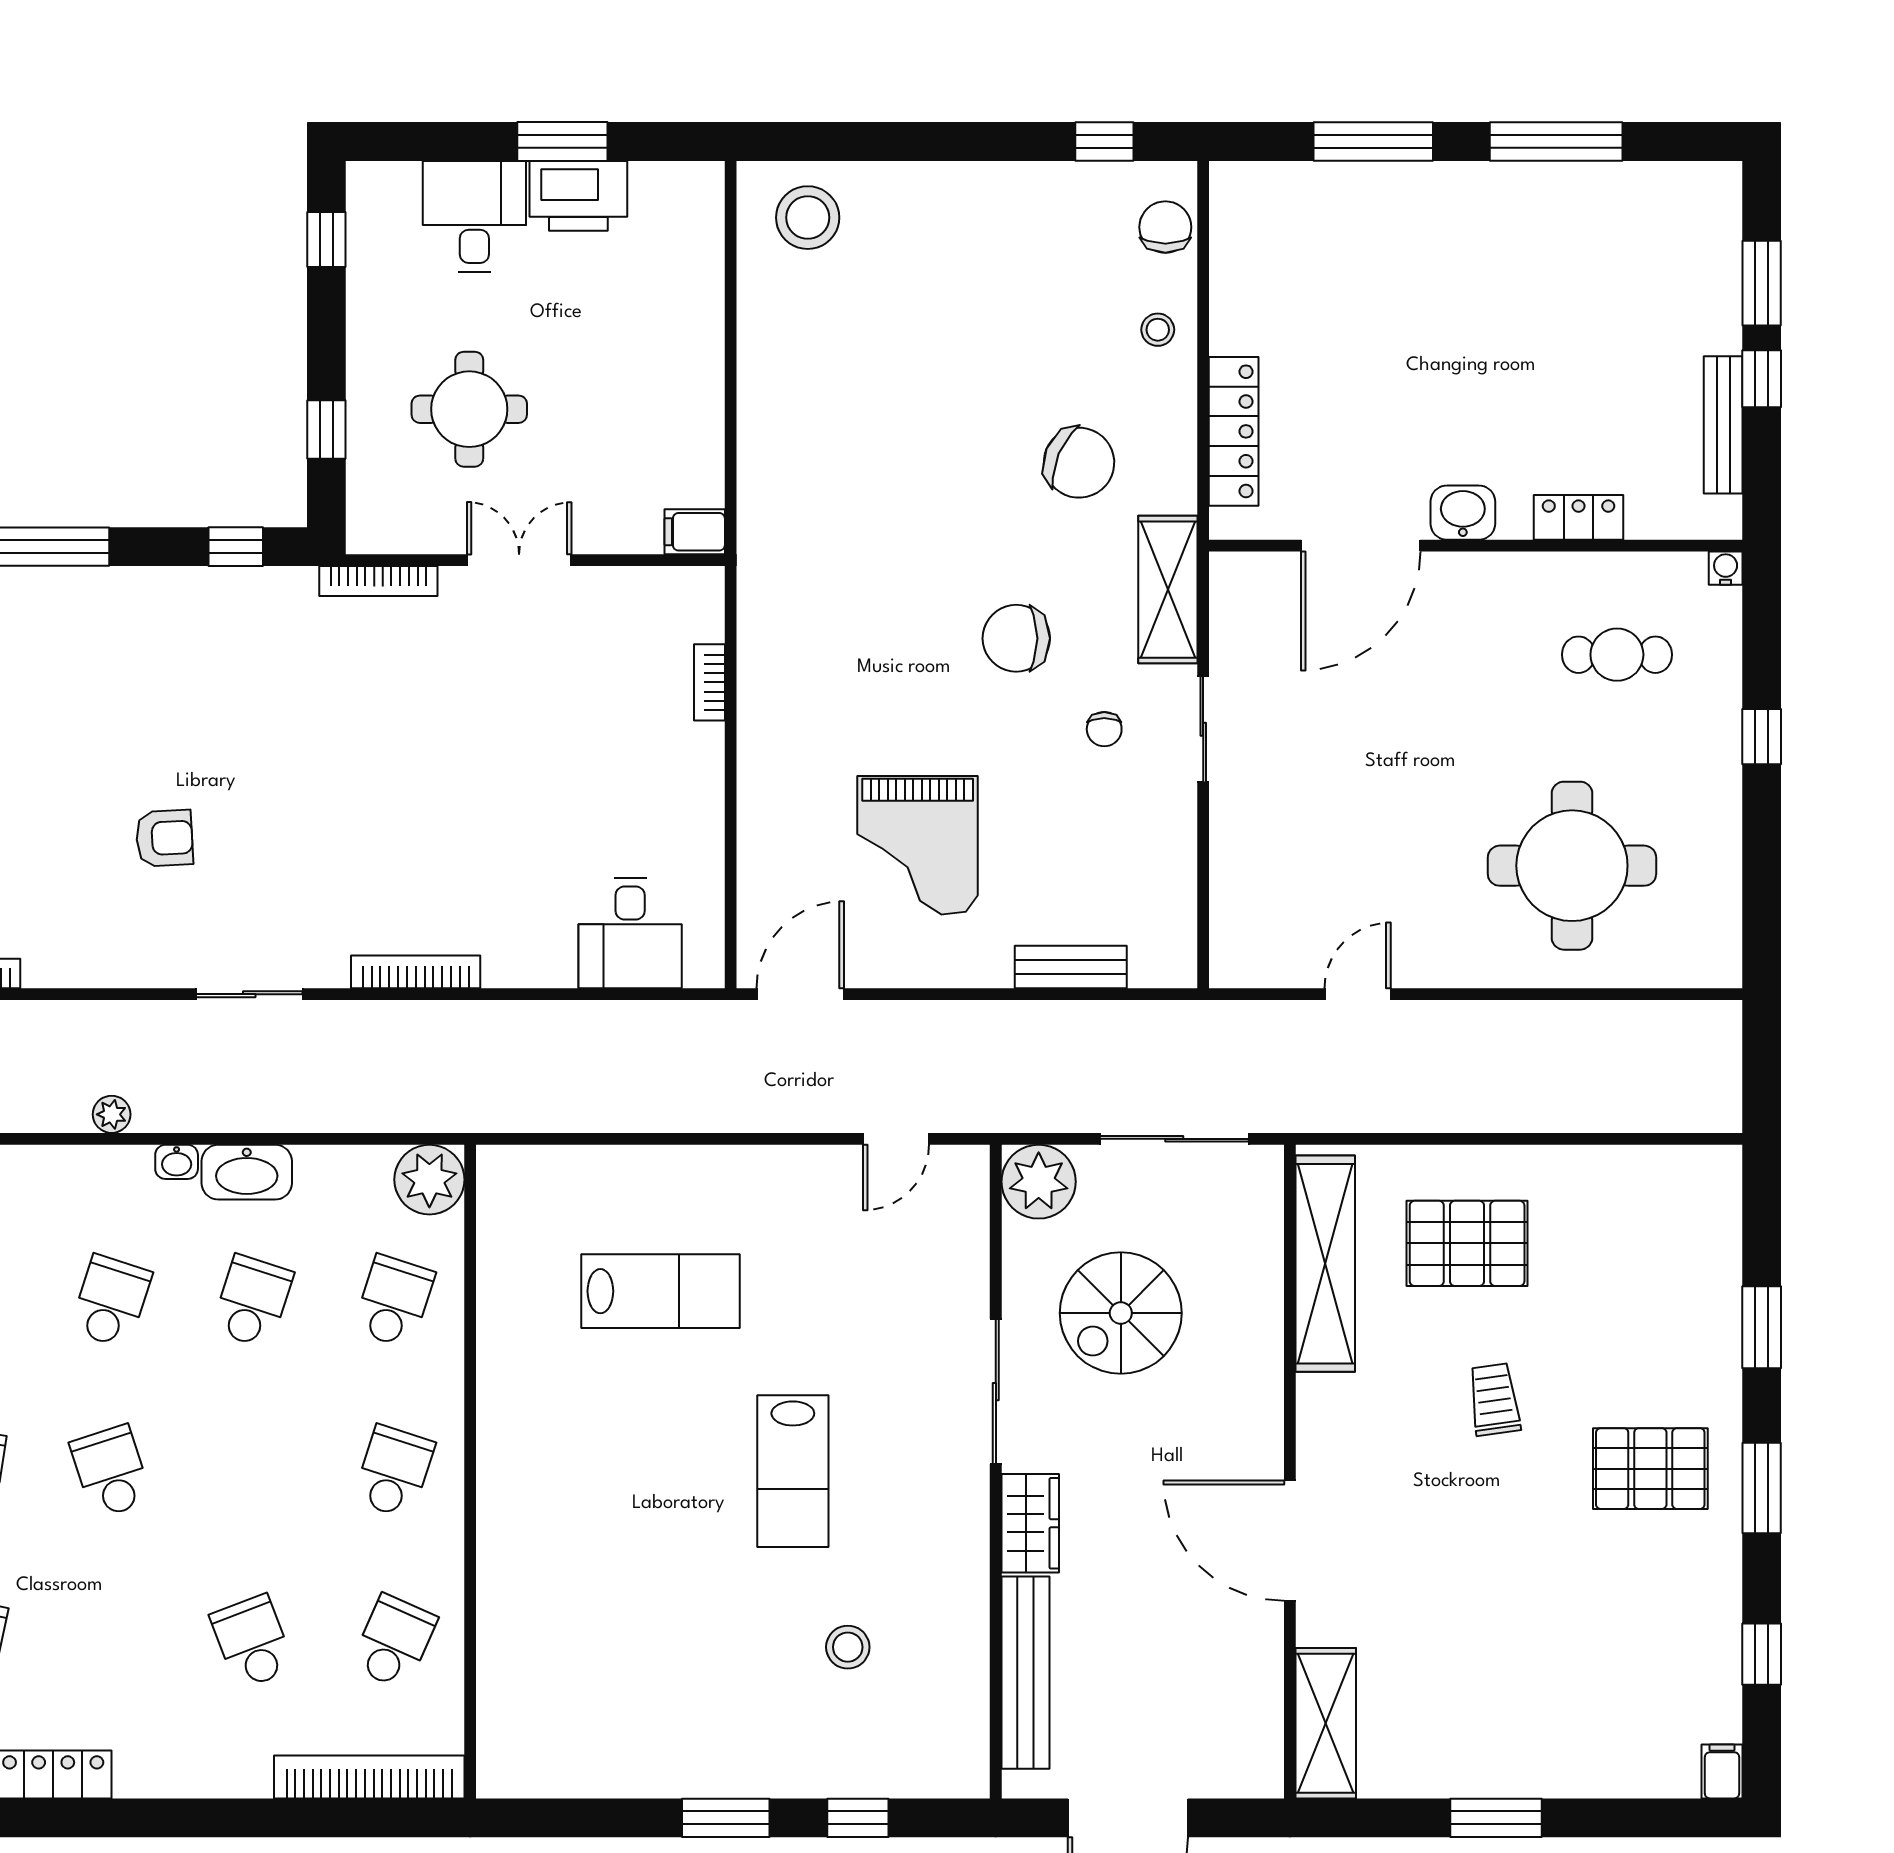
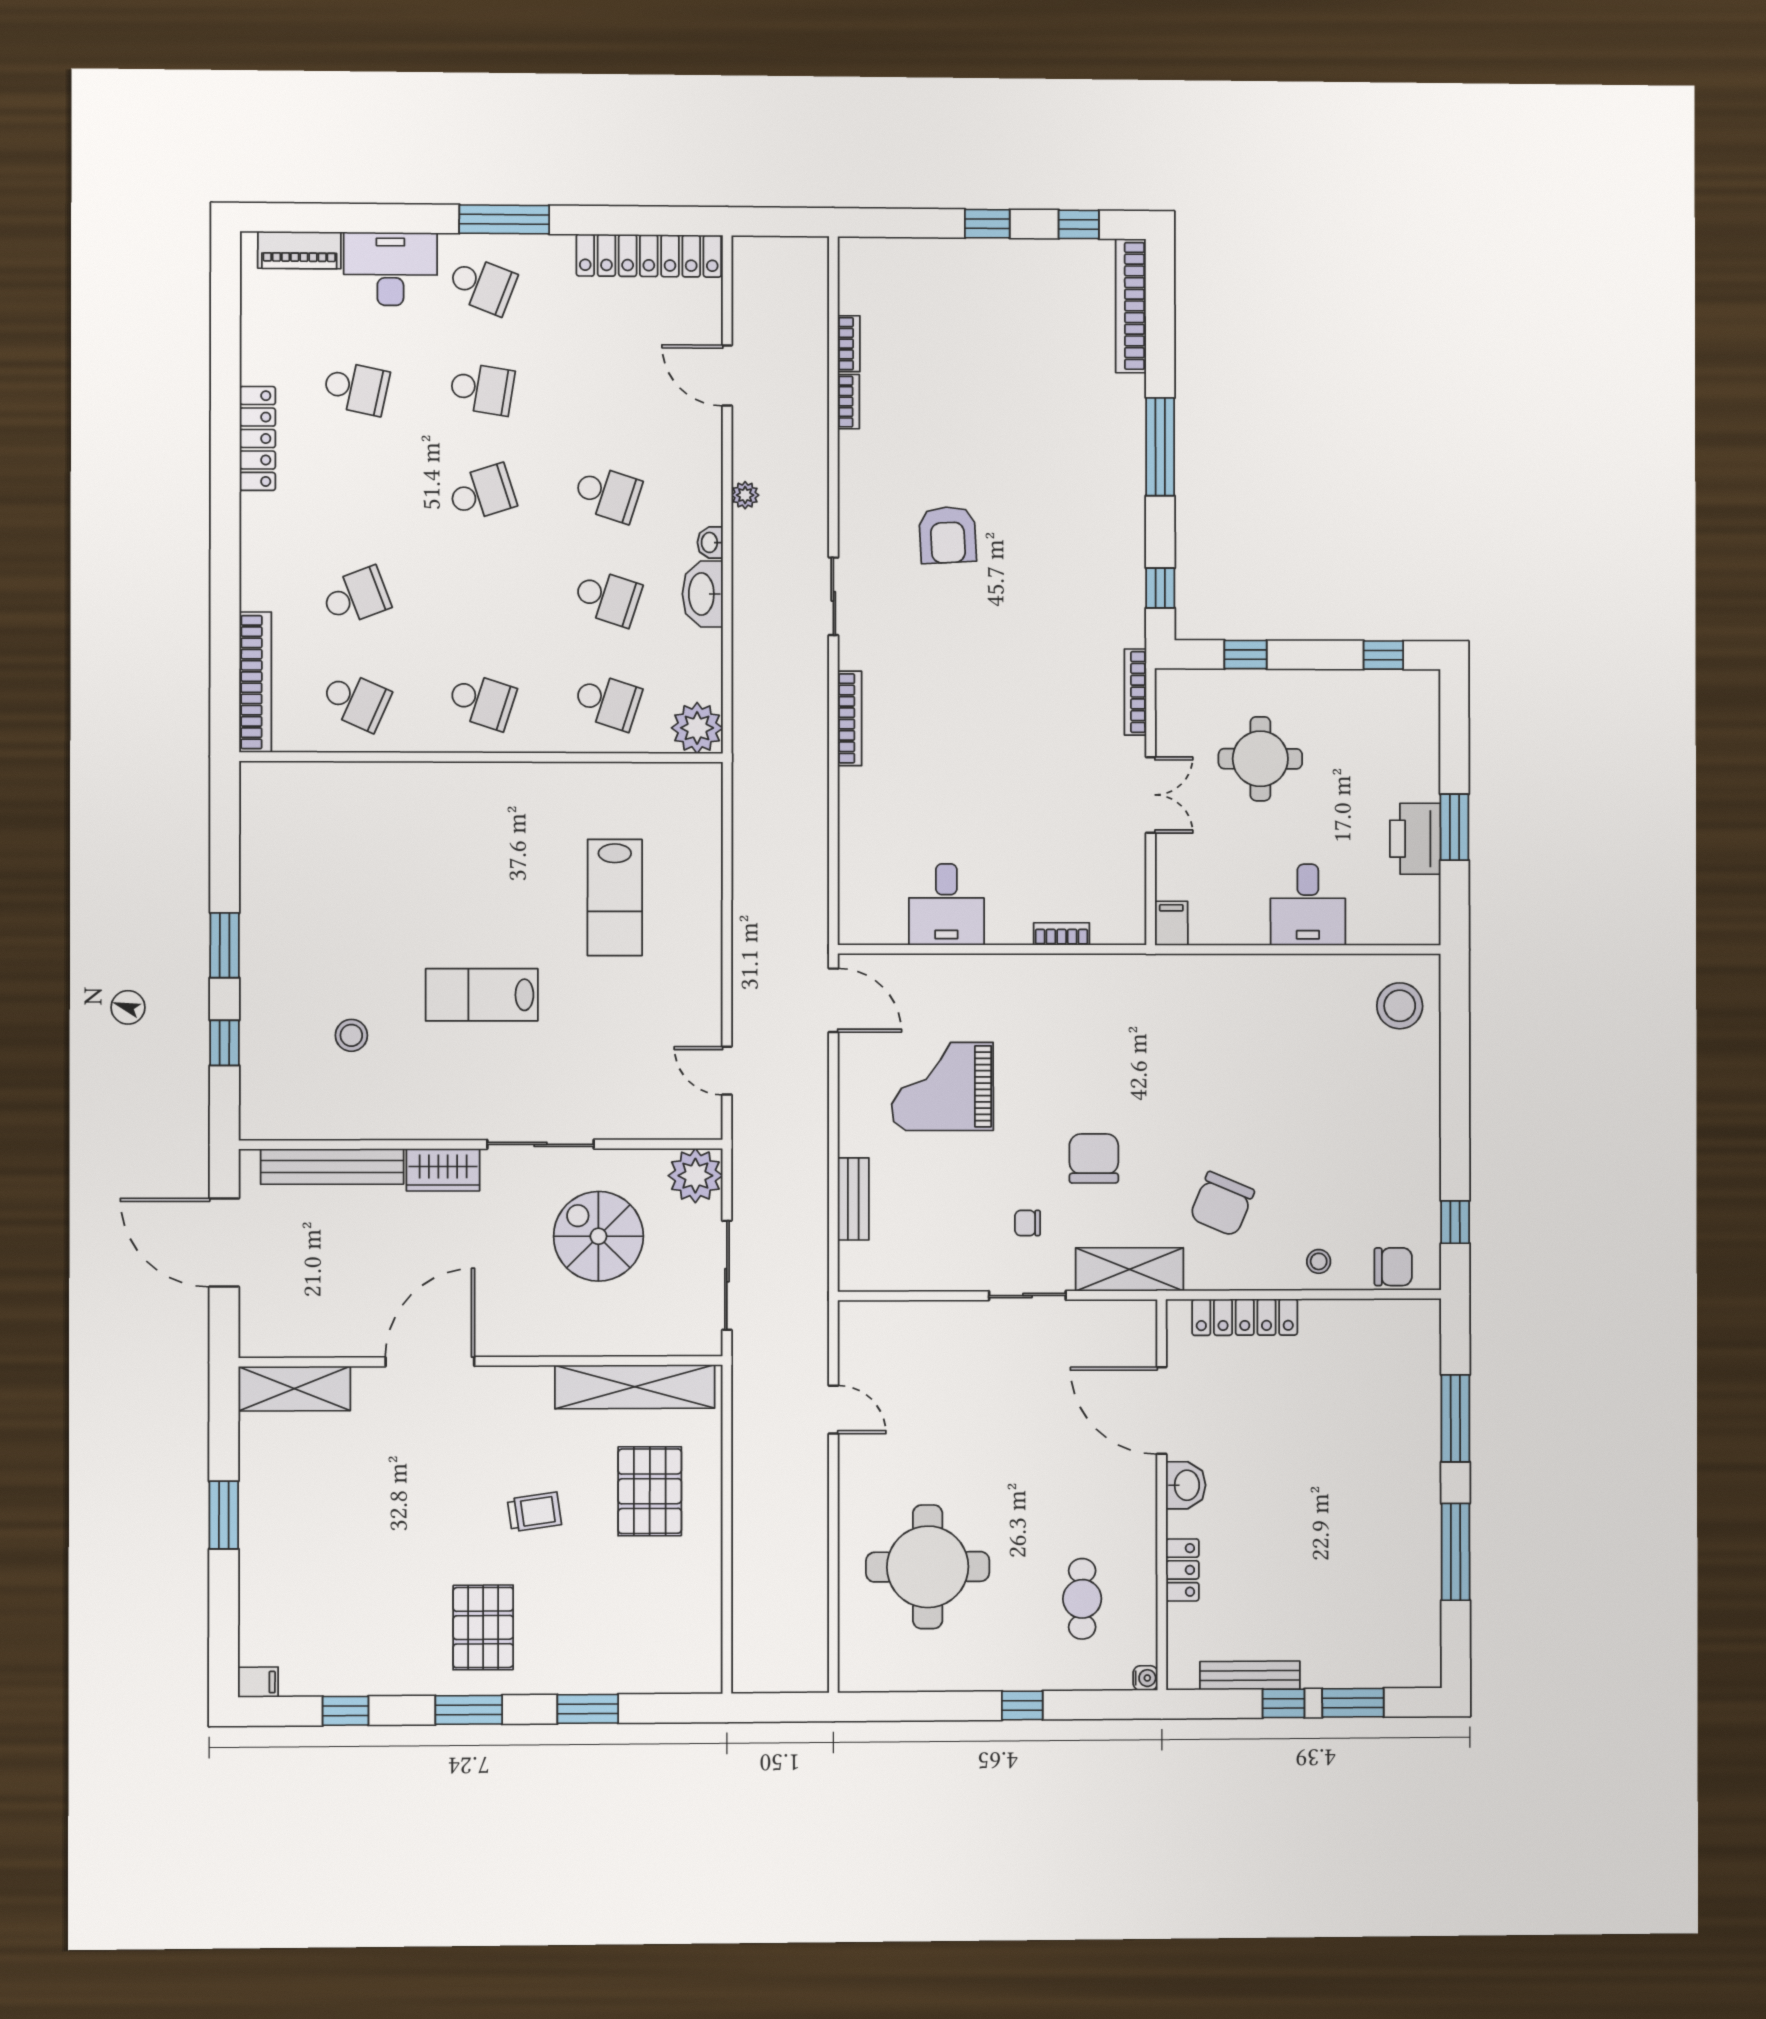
desk: (474, 216) -> (1308, 905), moved, turned 90
armchair: (164, 838) -> (948, 535), width x1.38, depth x1.38
desk: (630, 933) -> (946, 904), moved, turned -90

